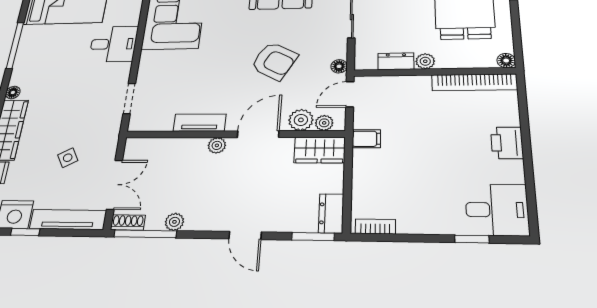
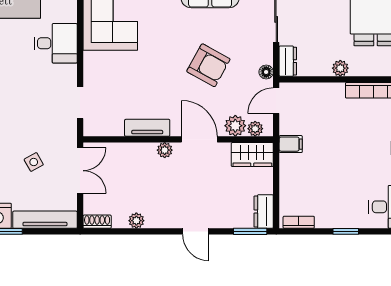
dresser: (396, 61) -> (288, 61), moved, turned 90
door: (258, 134) -> (199, 139), hinge flipped
double door: (115, 185) -> (80, 171), moved
window: (145, 234) -> (113, 231), removed
window: (472, 239) -> (346, 231), moved

